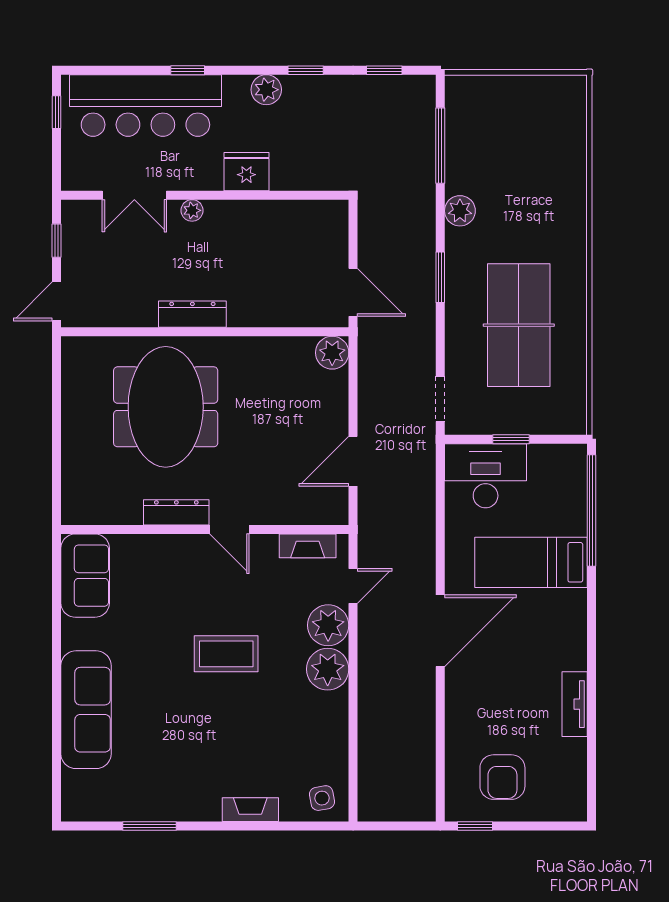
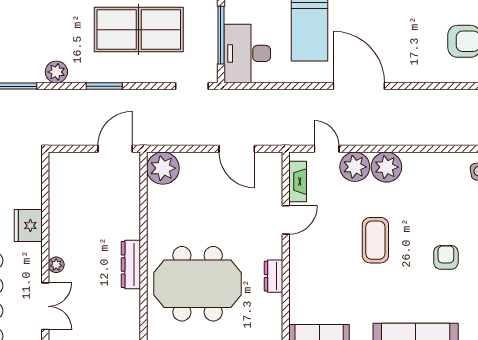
plant: (332, 353) -> (163, 168), width x1.36, depth x1.36
window: (511, 439) -> (221, 35), width x2.17
dresser: (176, 512) -> (274, 276), width x0.70
door: (229, 529) -> (286, 220), moved
armchair: (202, 752) -> (446, 257), added

